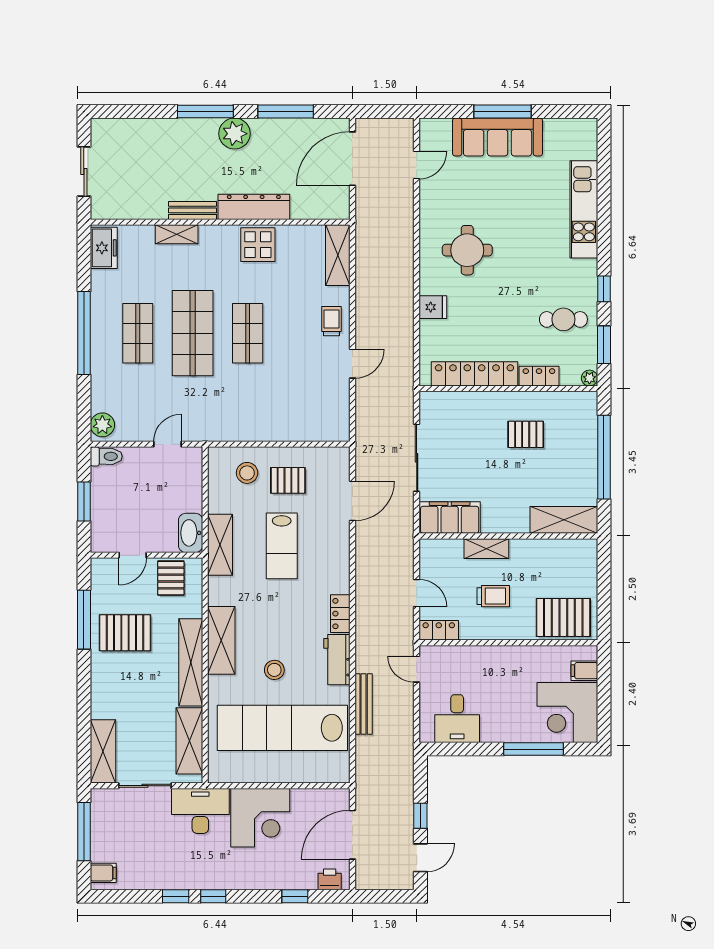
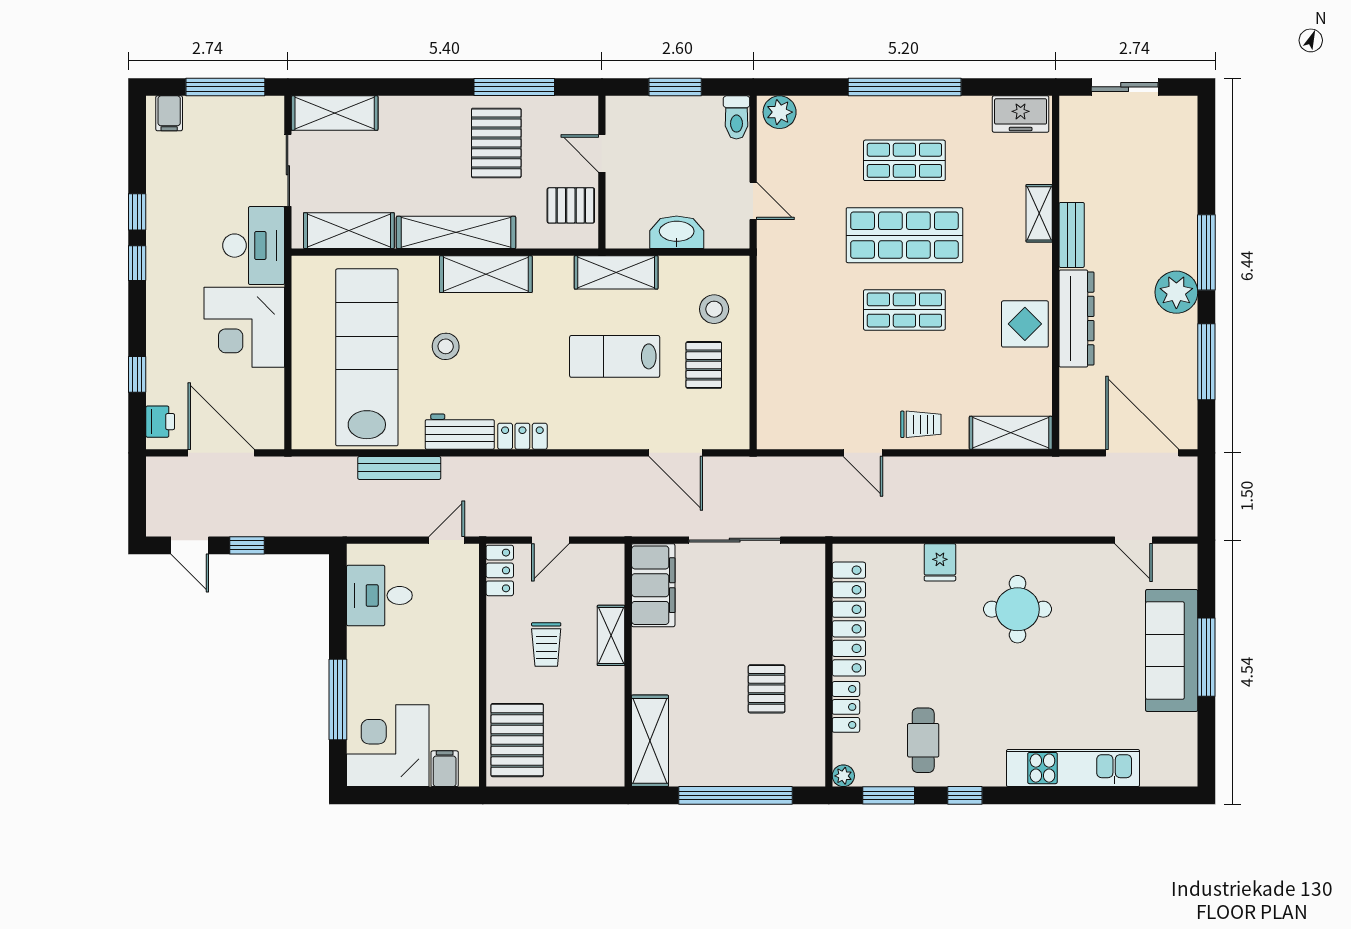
washbasin: (191, 533) -> (677, 232), moved

